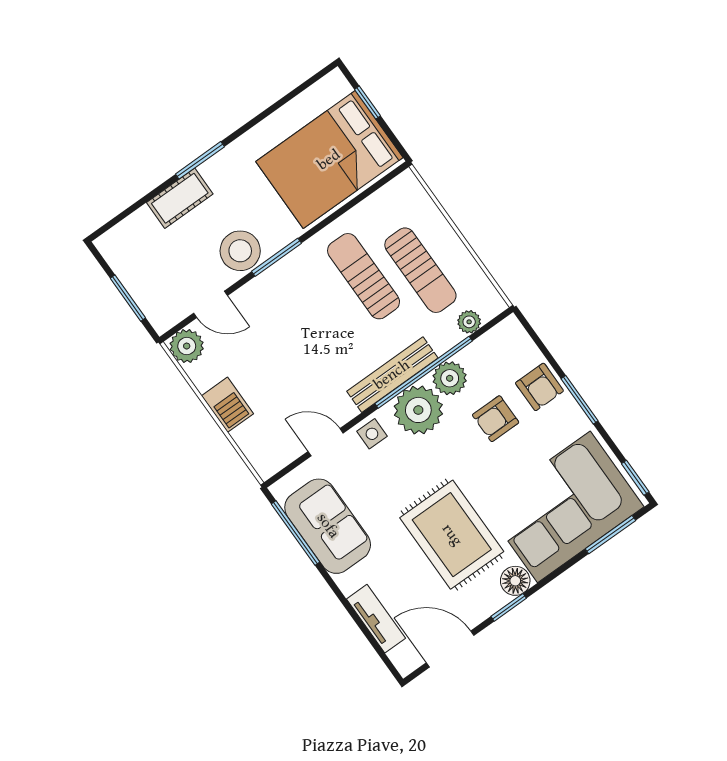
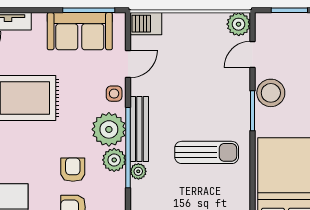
sun lounger: (420, 270) -> (187, 187), removed
plant: (469, 322) -> (138, 171), moved
barbecue: (227, 405) -> (146, 24), moved

